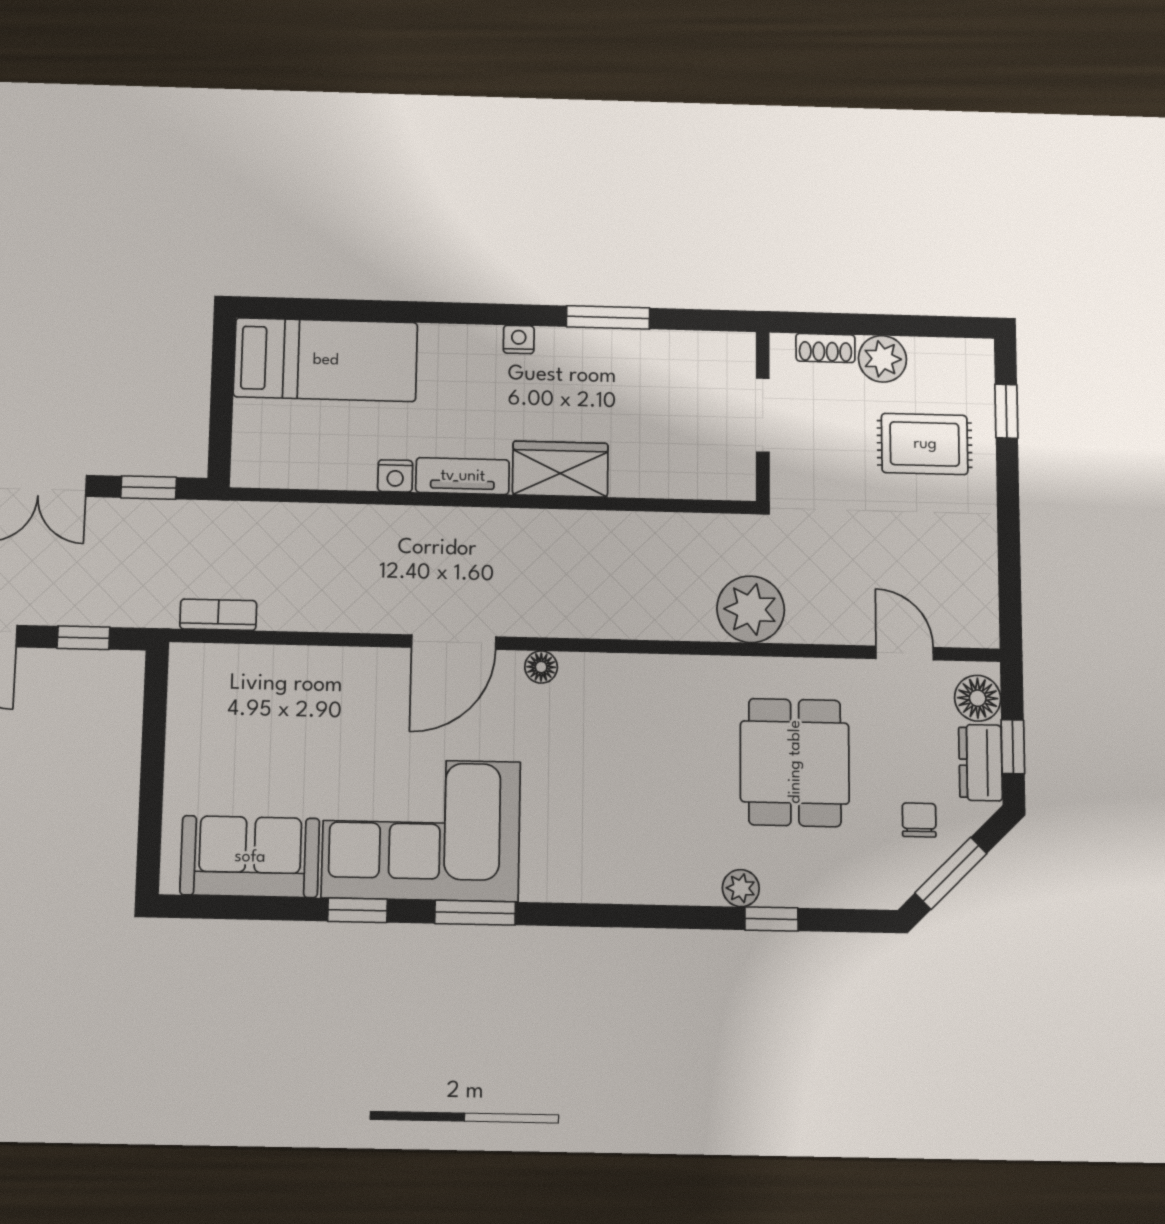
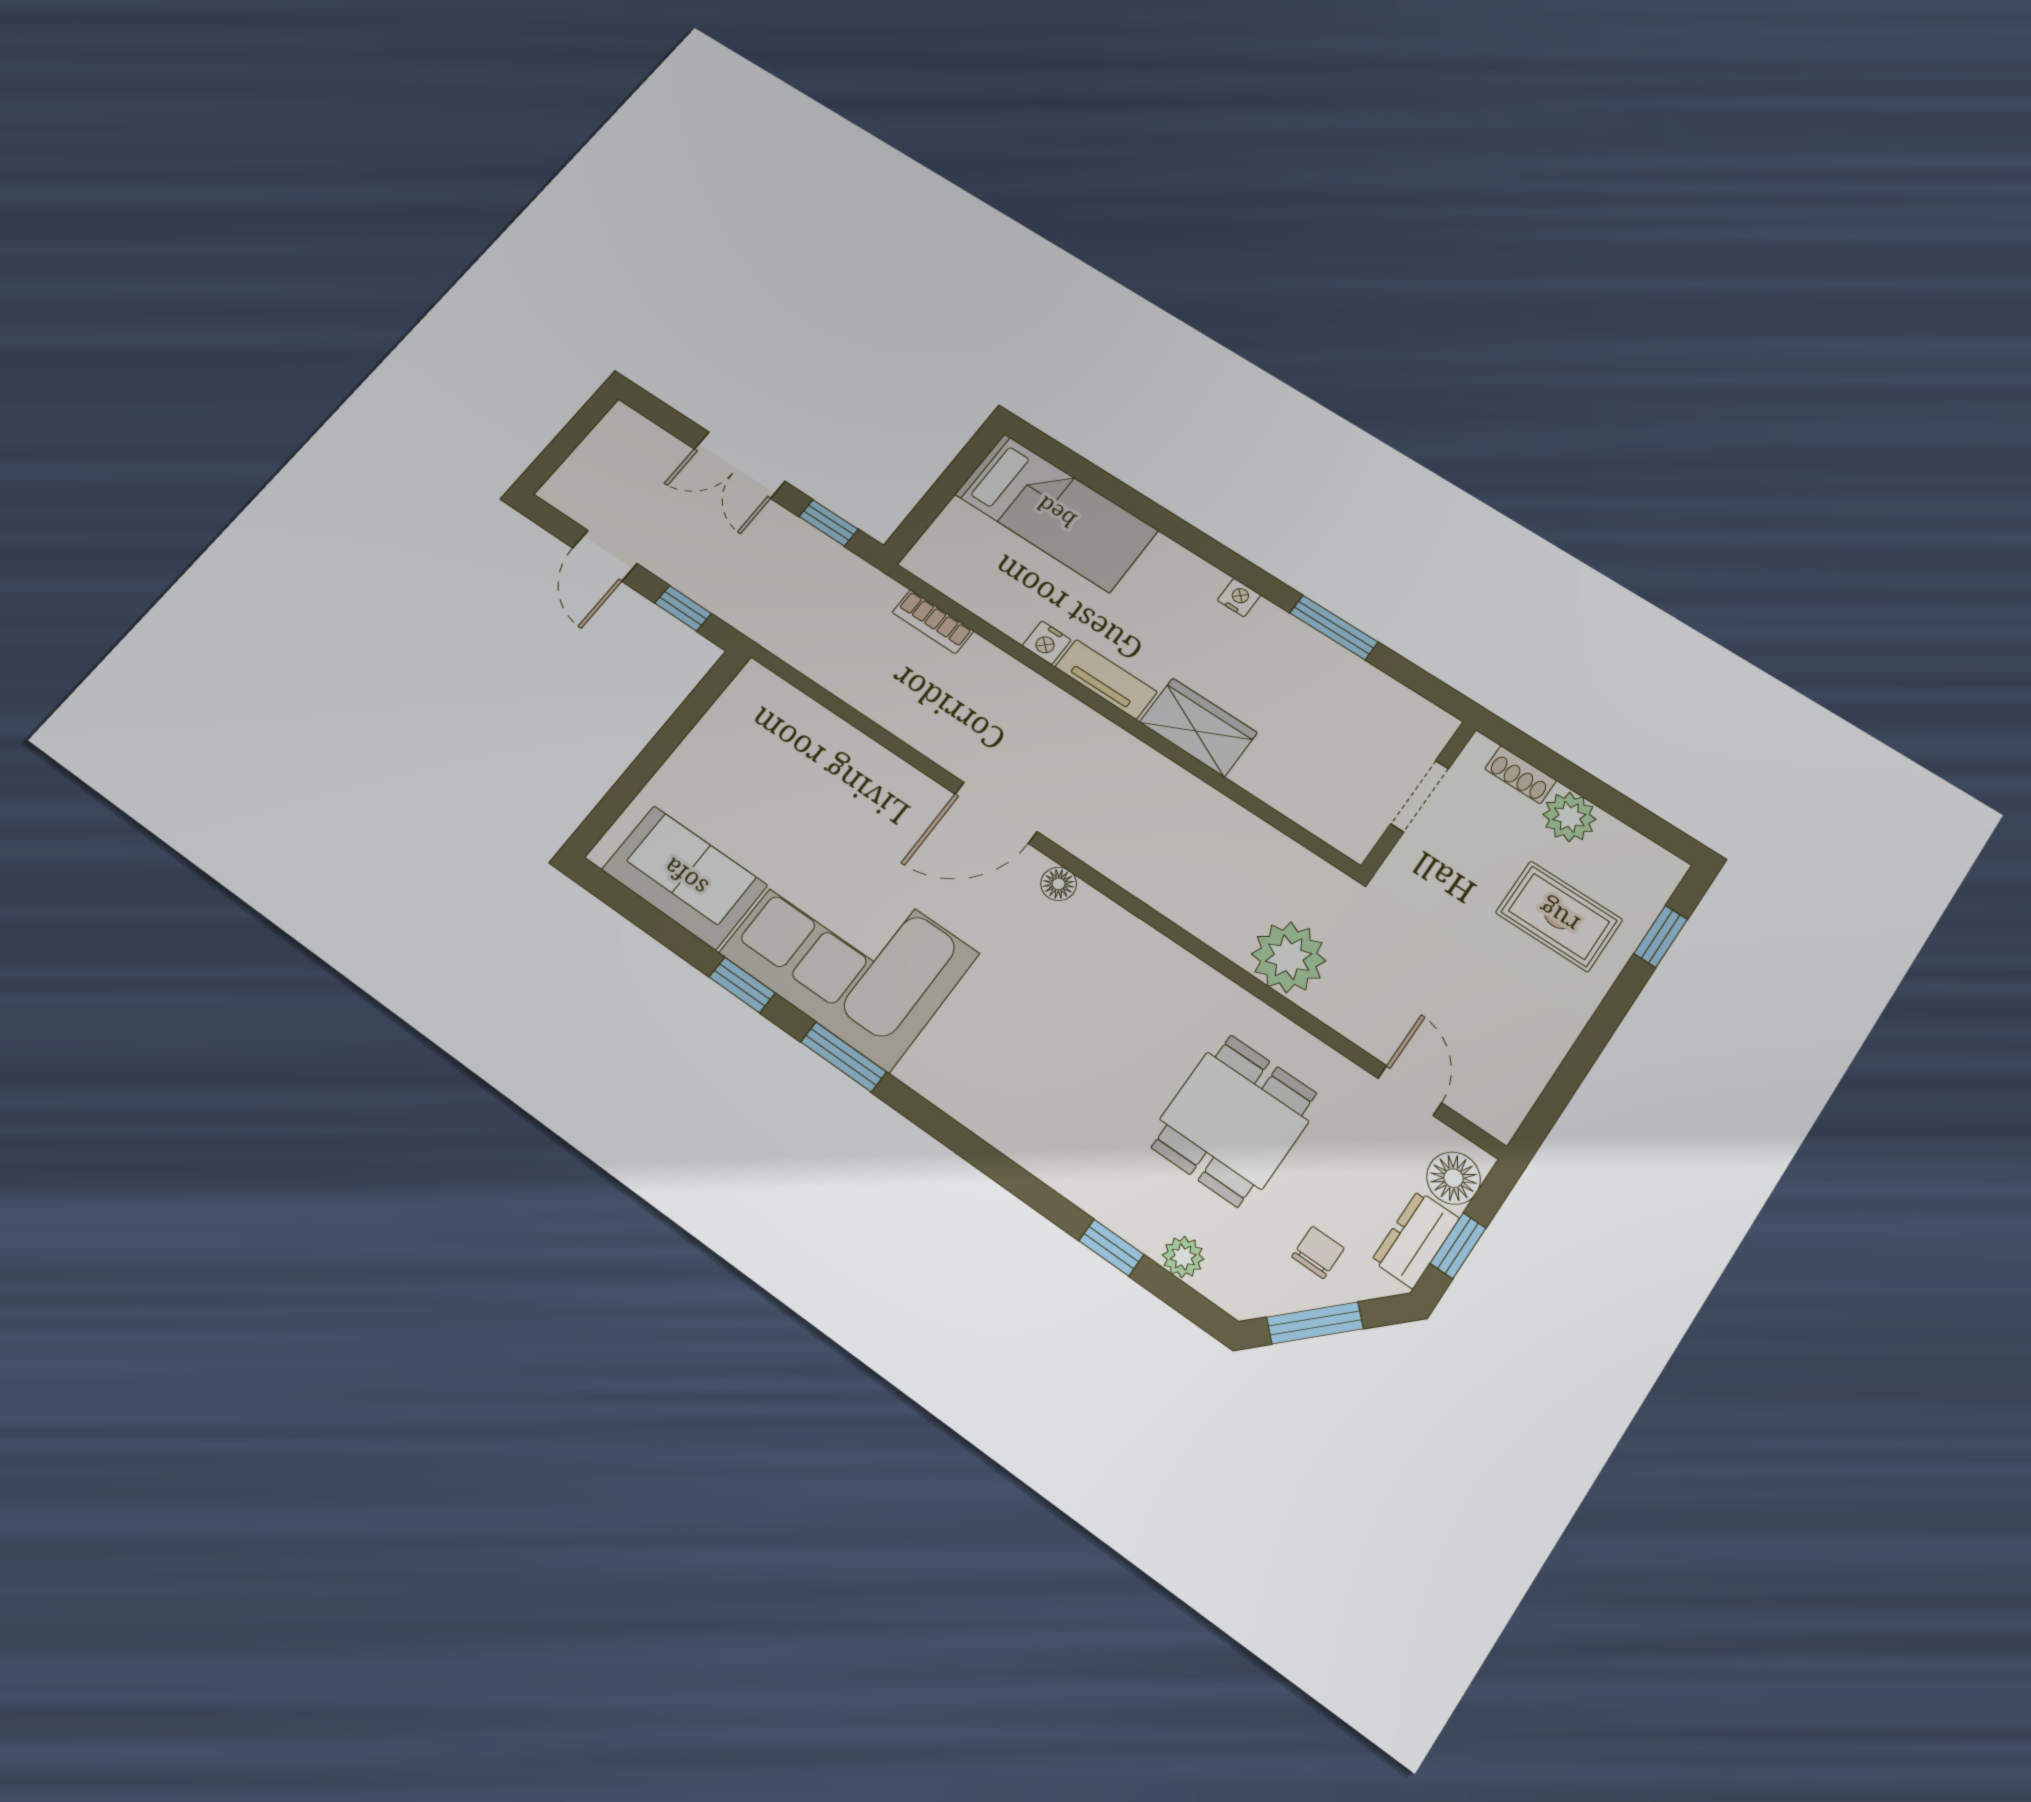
bookcase: (218, 615) -> (933, 622), moved, turned 180
plant: (741, 888) -> (1183, 1257), moved

